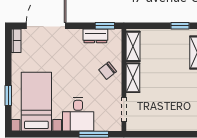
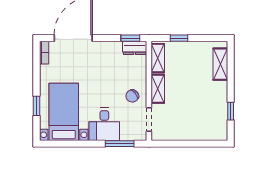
window: (180, 26) -> (179, 38), moved
dresser: (95, 36) -> (135, 48), moved
chair: (108, 71) -> (132, 96), moved

